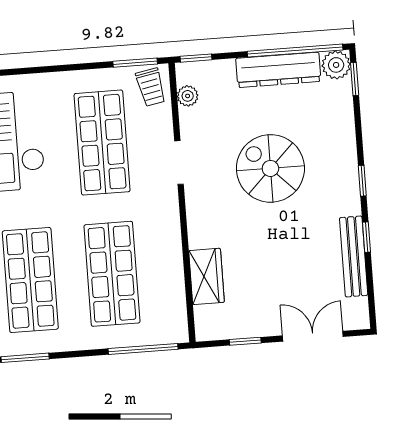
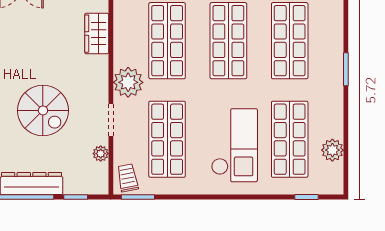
window: (196, 58) -> (76, 197), moved
plant: (188, 96) -> (101, 154), moved
plant: (160, 215) -> (128, 82), added

